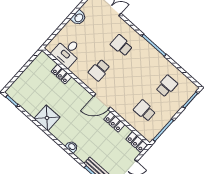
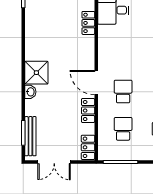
school desk: (99, 70) -> (123, 91), moved, turned 90
shower: (47, 118) -> (36, 73), moved

